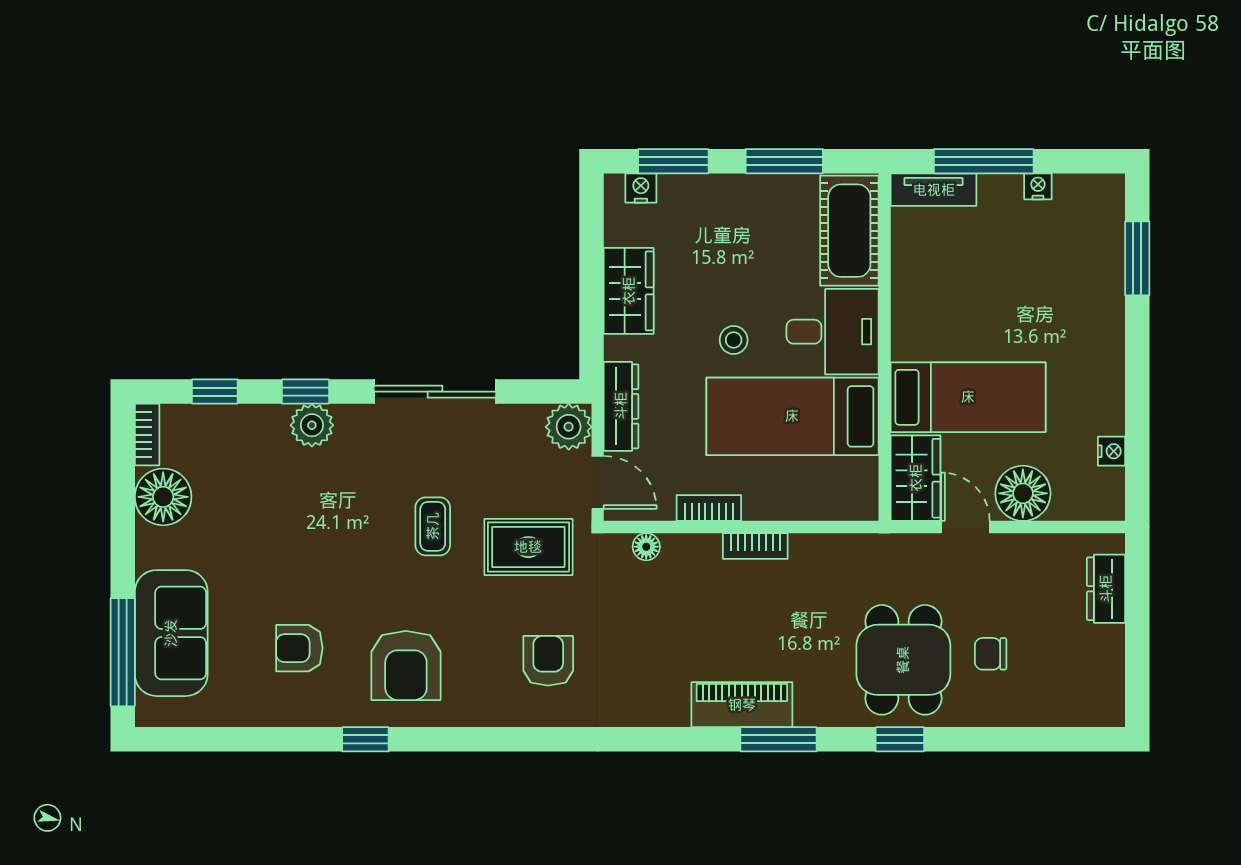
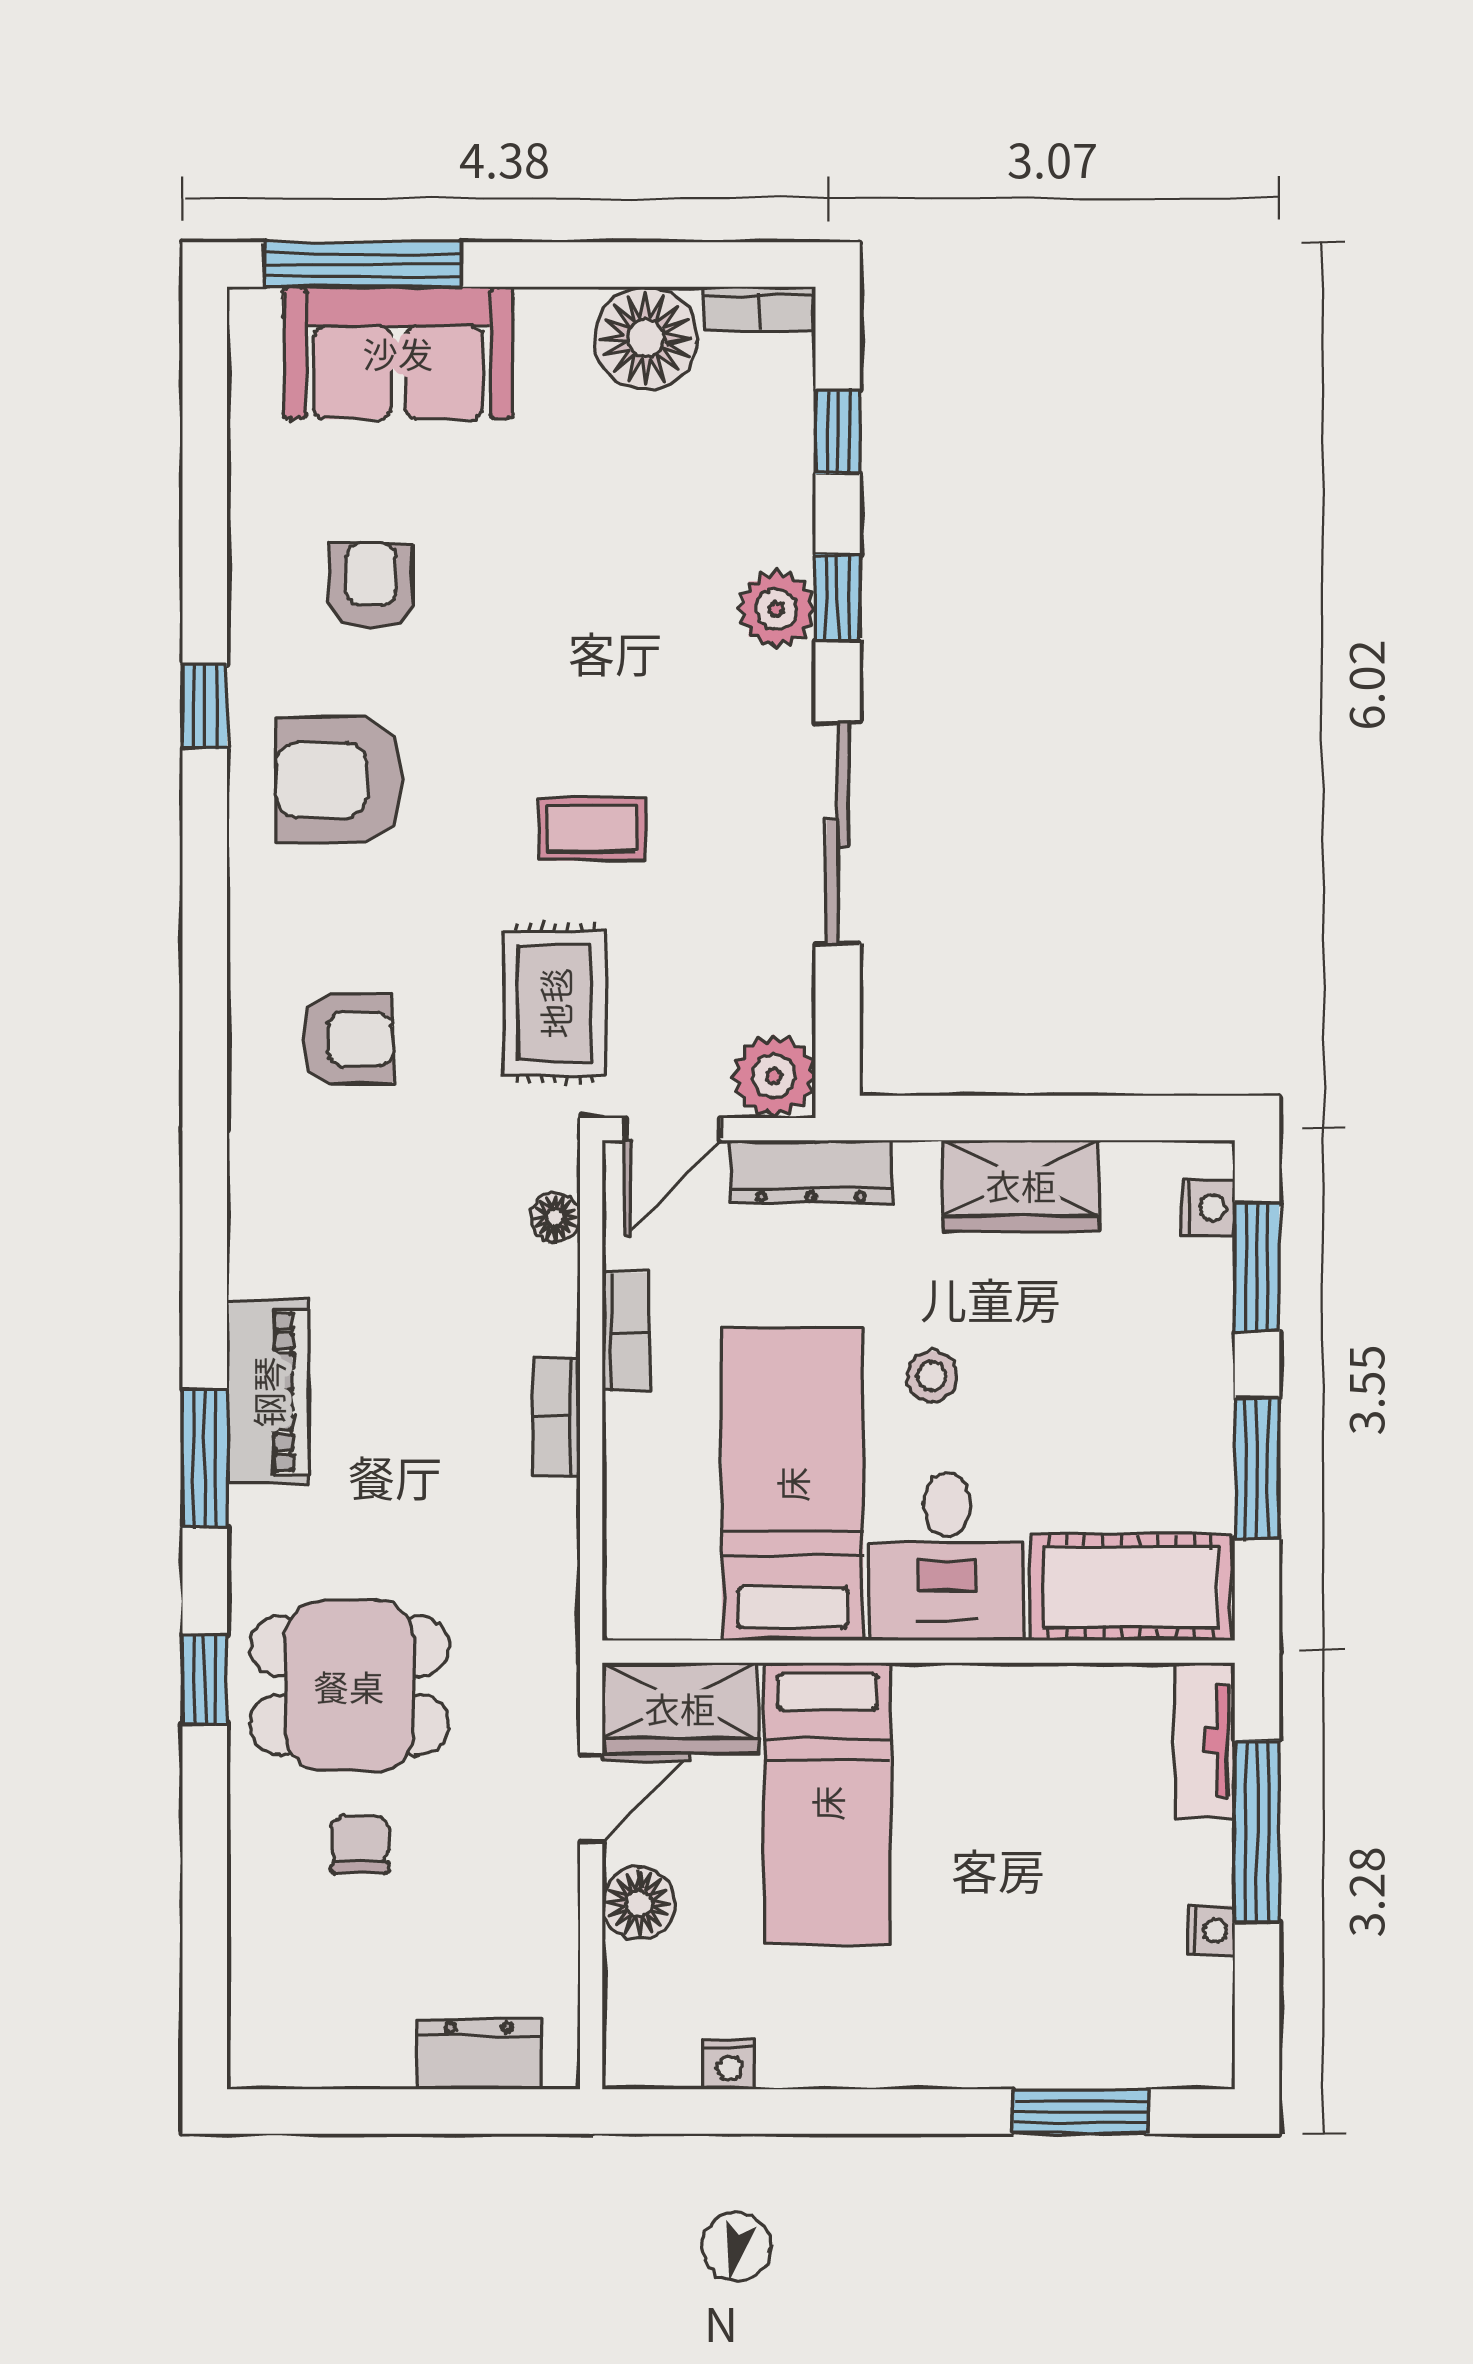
floor lamp: (1023, 493) -> (639, 1903), width x0.73, depth x0.73

